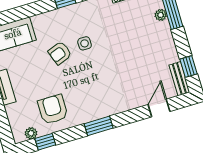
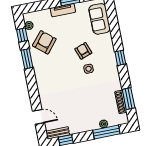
armchair: (53, 109) -> (44, 42), turned -50
window: (99, 126) -> (27, 59), moved

